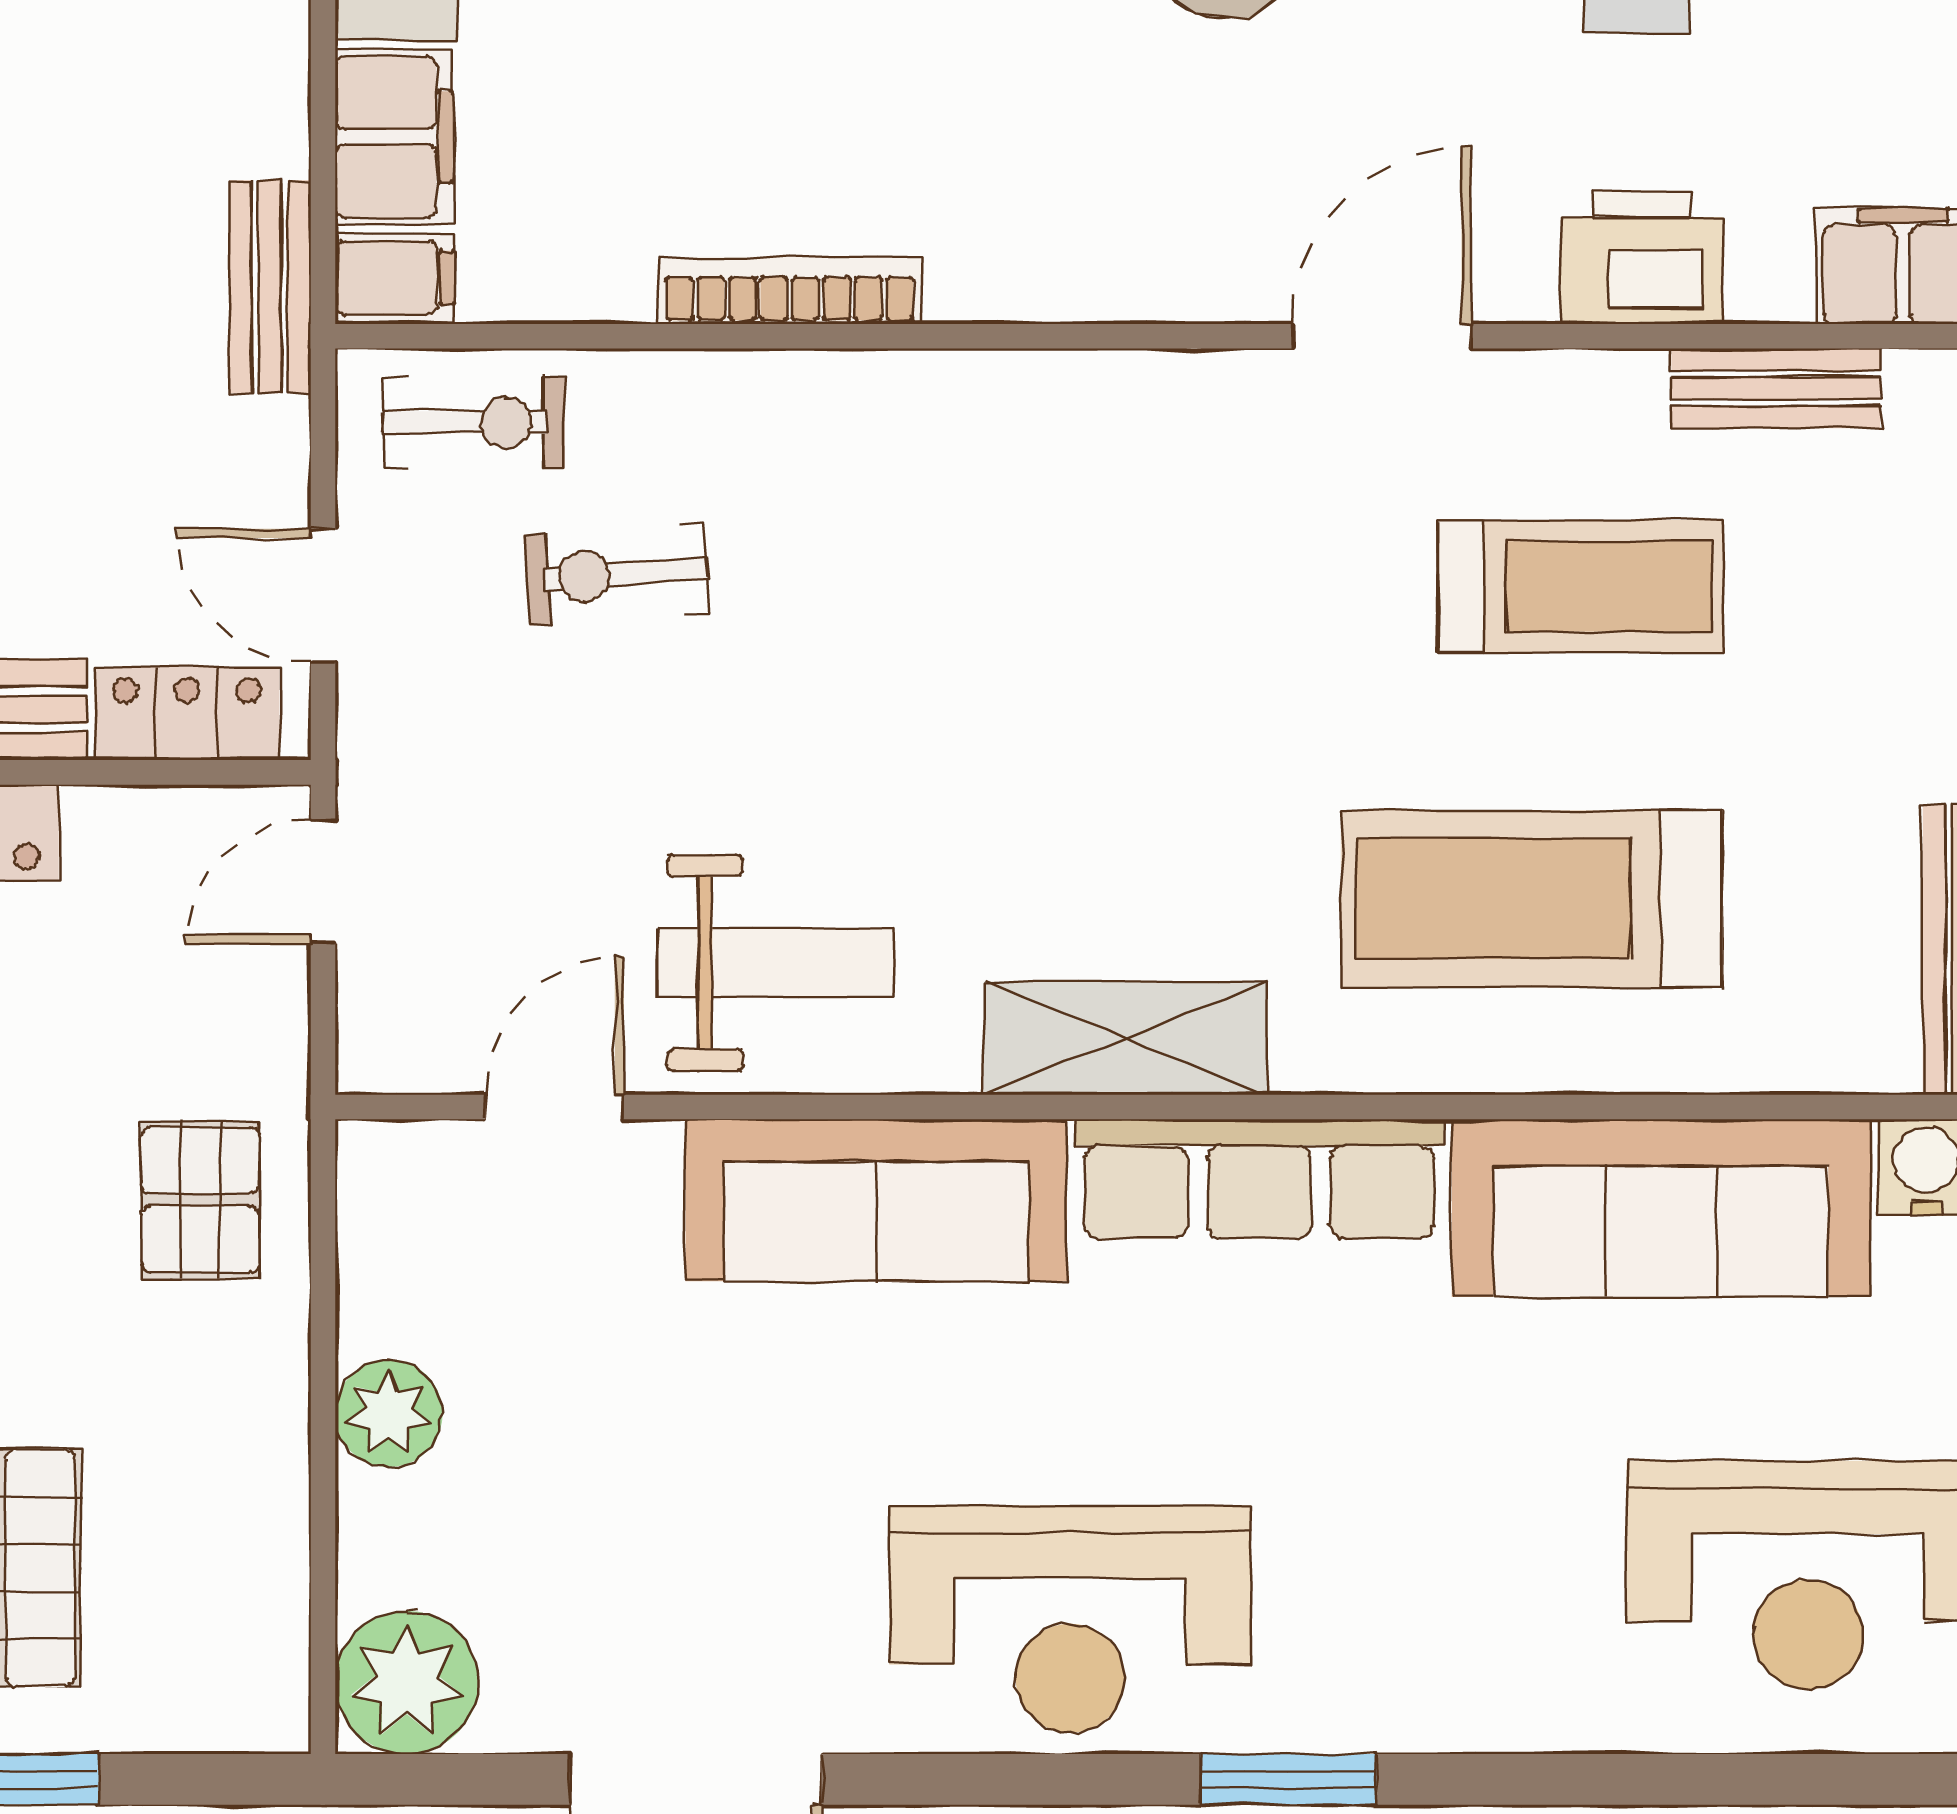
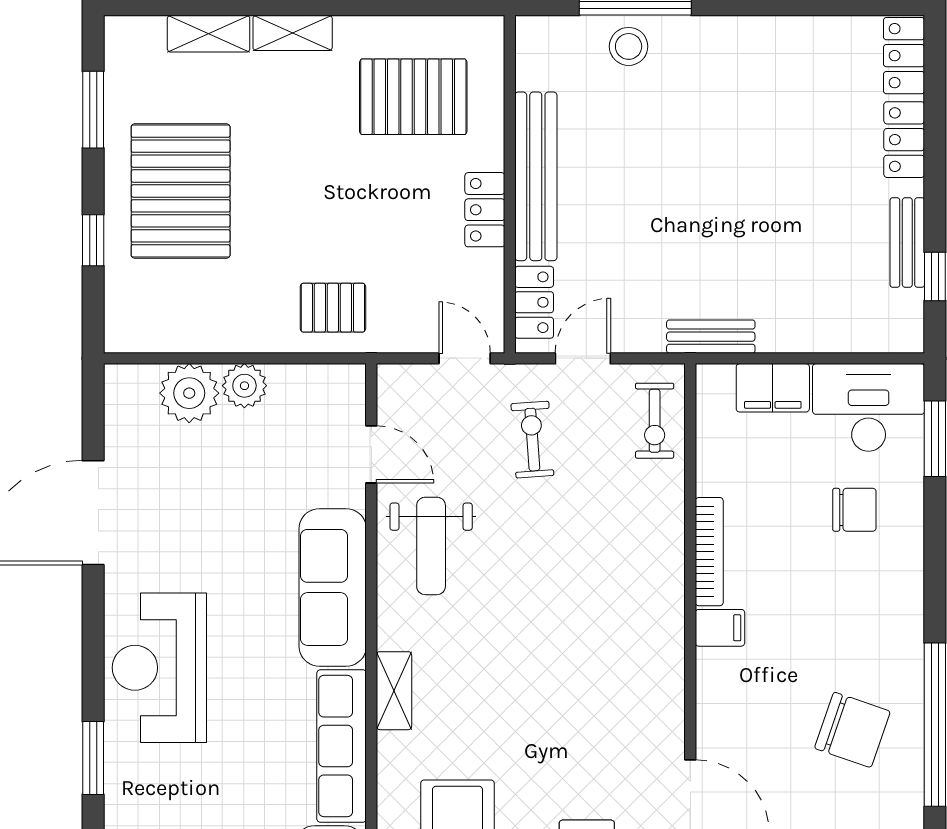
filing cabinet: (395, 278) -> (720, 628), moved, turned -90
exercise bike: (617, 574) -> (532, 440), moved
shelving: (1126, 1038) -> (394, 691), width x0.67, depth x0.75
plant: (407, 1682) -> (189, 393), moved

